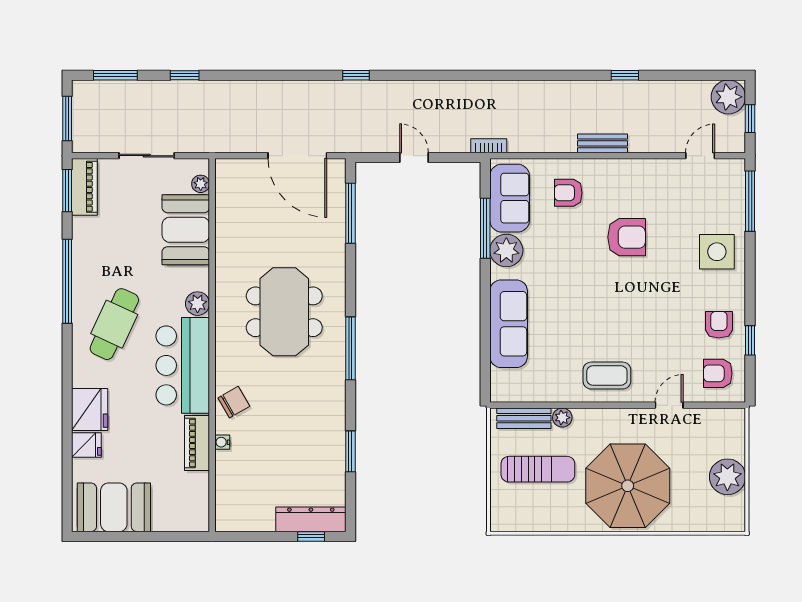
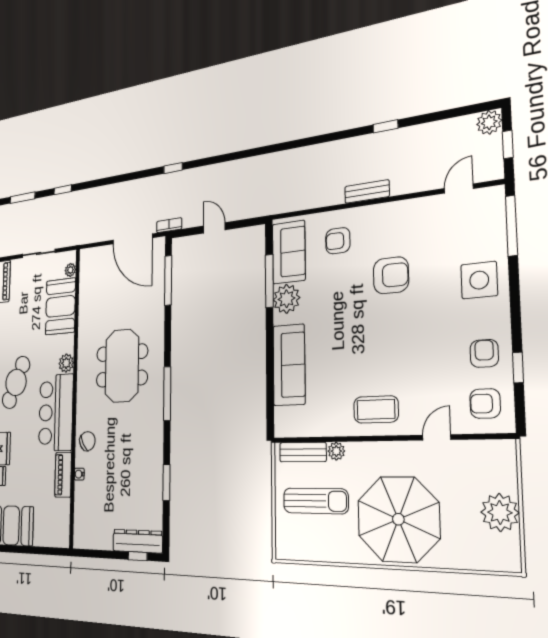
plant: (728, 97) -> (489, 122), width x0.73, depth x0.73
bookcase: (489, 146) -> (169, 225), moved

